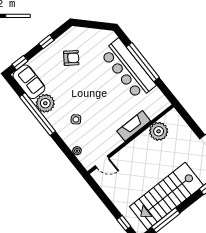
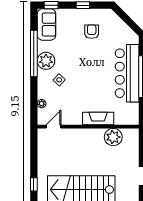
armchair: (71, 58) -> (92, 32), turned -125
plant: (45, 103) -> (46, 61), moved
door: (102, 162) -> (54, 127), swing flipped

